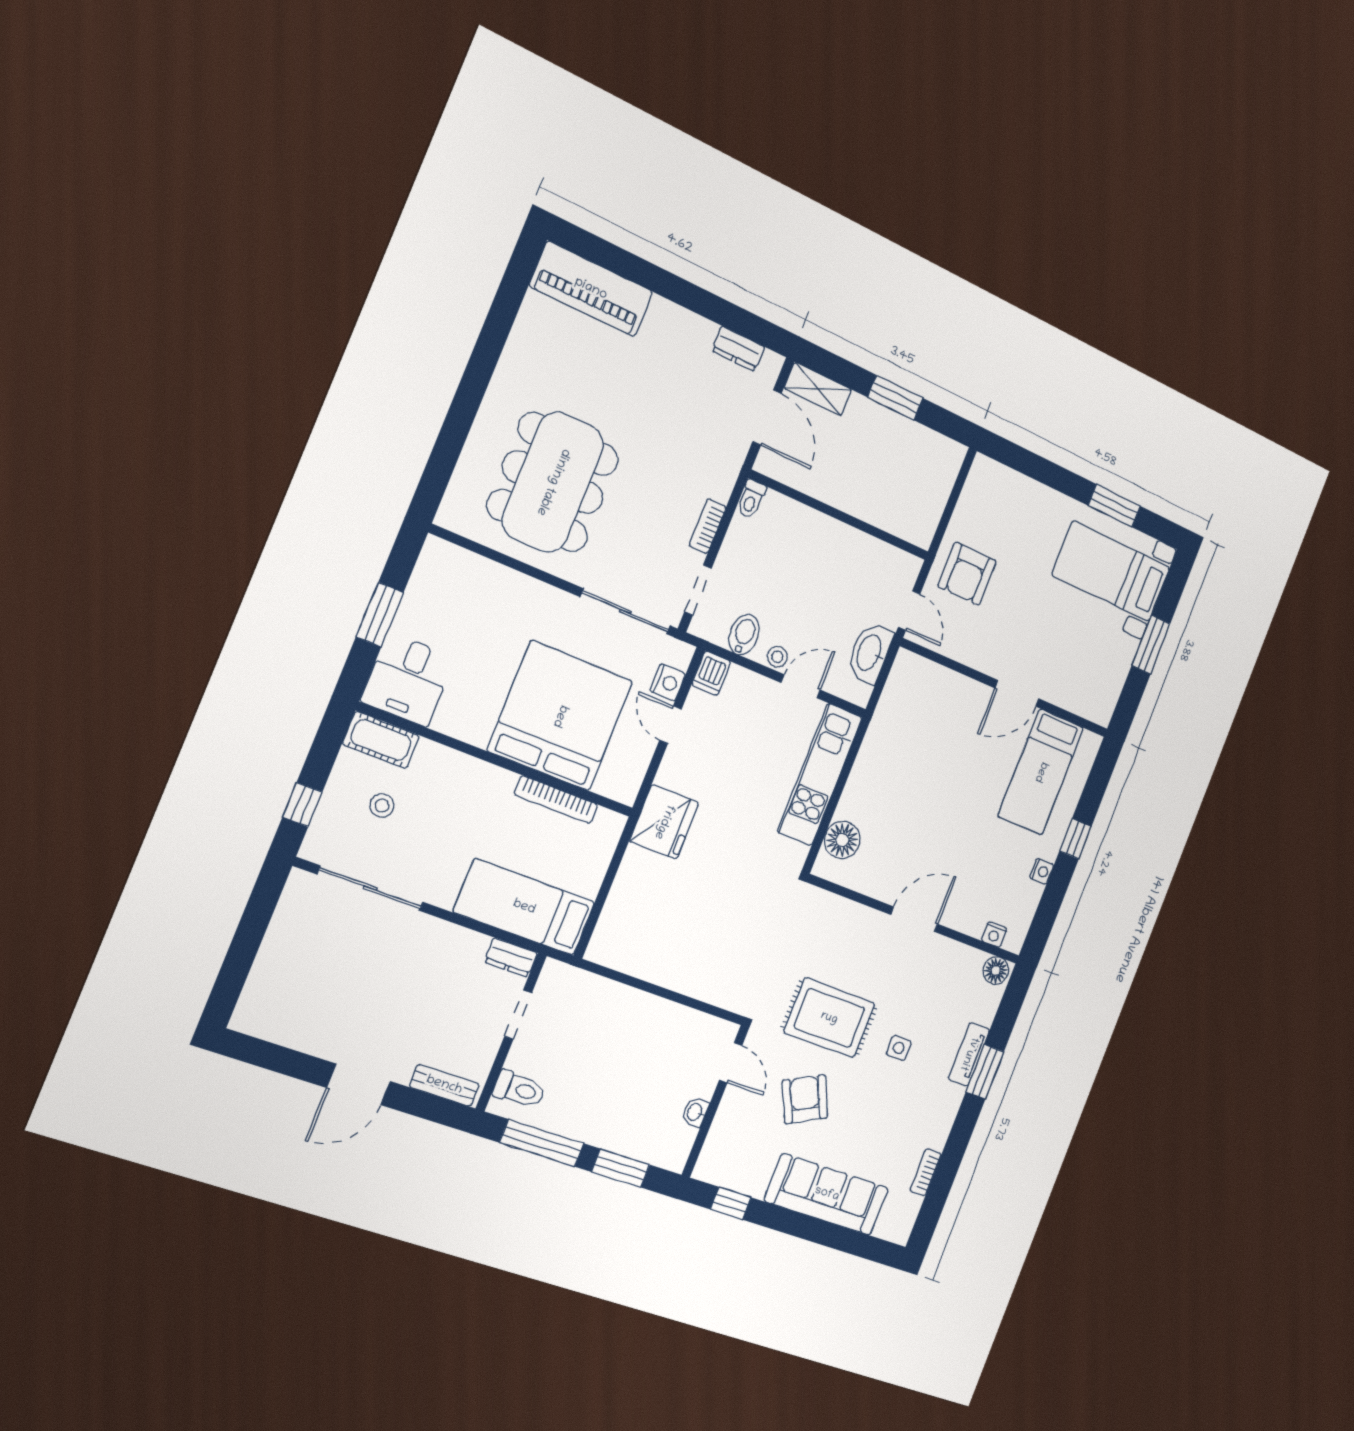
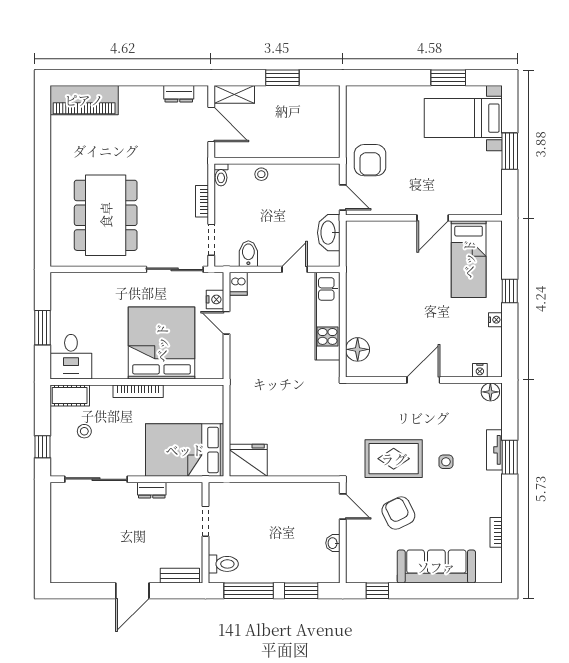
stool: (777, 657) -> (261, 174), moved
bookcase: (556, 800) -> (138, 391), moved
fridge: (664, 822) -> (248, 460), moved, turned -90
bed: (524, 907) -> (185, 450), width x1.50
dresser: (511, 957) -> (152, 490), moved

